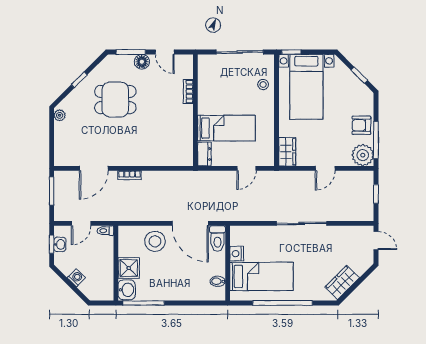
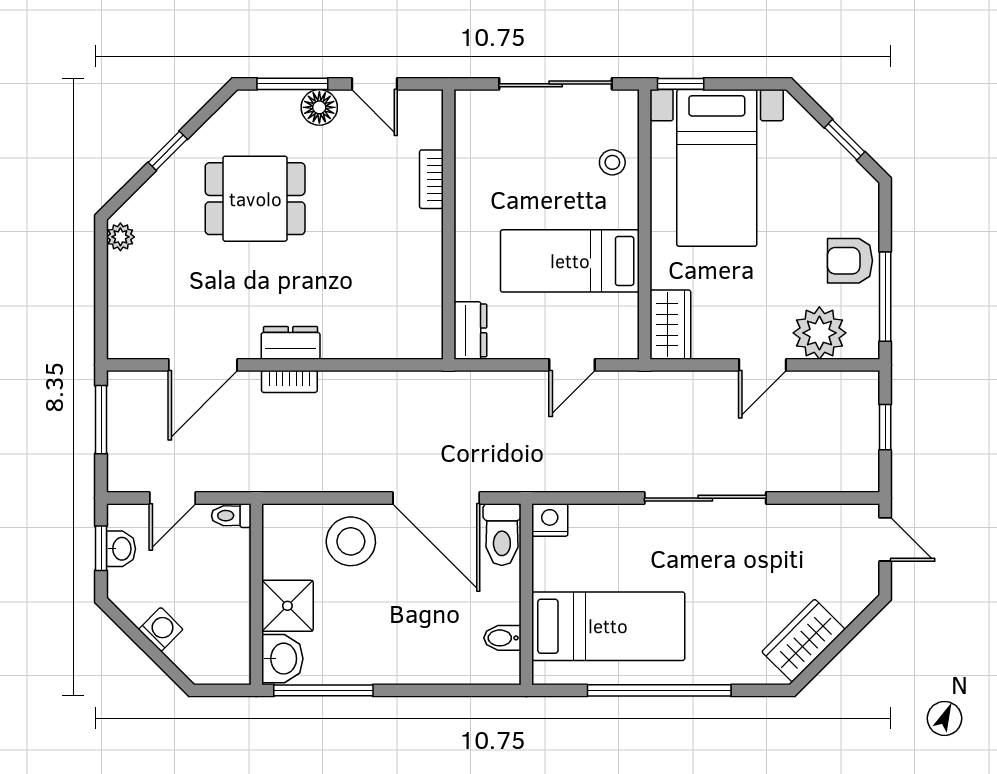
bed: (226, 128) -> (570, 261), moved, turned 180
plant: (363, 155) -> (819, 333), moved
dresser: (130, 159) -> (291, 343), added
nightstand: (237, 254) -> (550, 520), moved, turned 90

